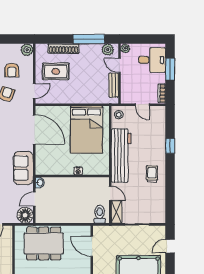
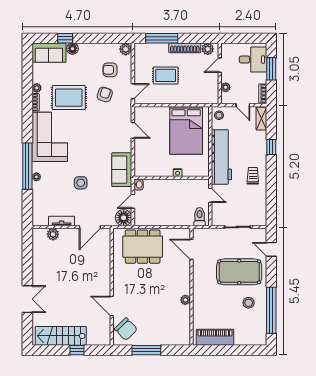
window: (89, 39) -> (162, 38), moved
plant: (125, 48) -> (226, 87), moved
shoe rack: (64, 49) -> (185, 48), moved
door: (119, 65) -> (220, 65), hinge flipped
armchair: (12, 70) -> (110, 70), turned 90
rug: (56, 71) -> (166, 75), moved
bench: (114, 85) -> (214, 85), removed
door: (34, 129) -> (133, 130), width x0.53
shelving: (116, 212) -> (261, 119), moved
door: (170, 246) -> (271, 249), hinge flipped

